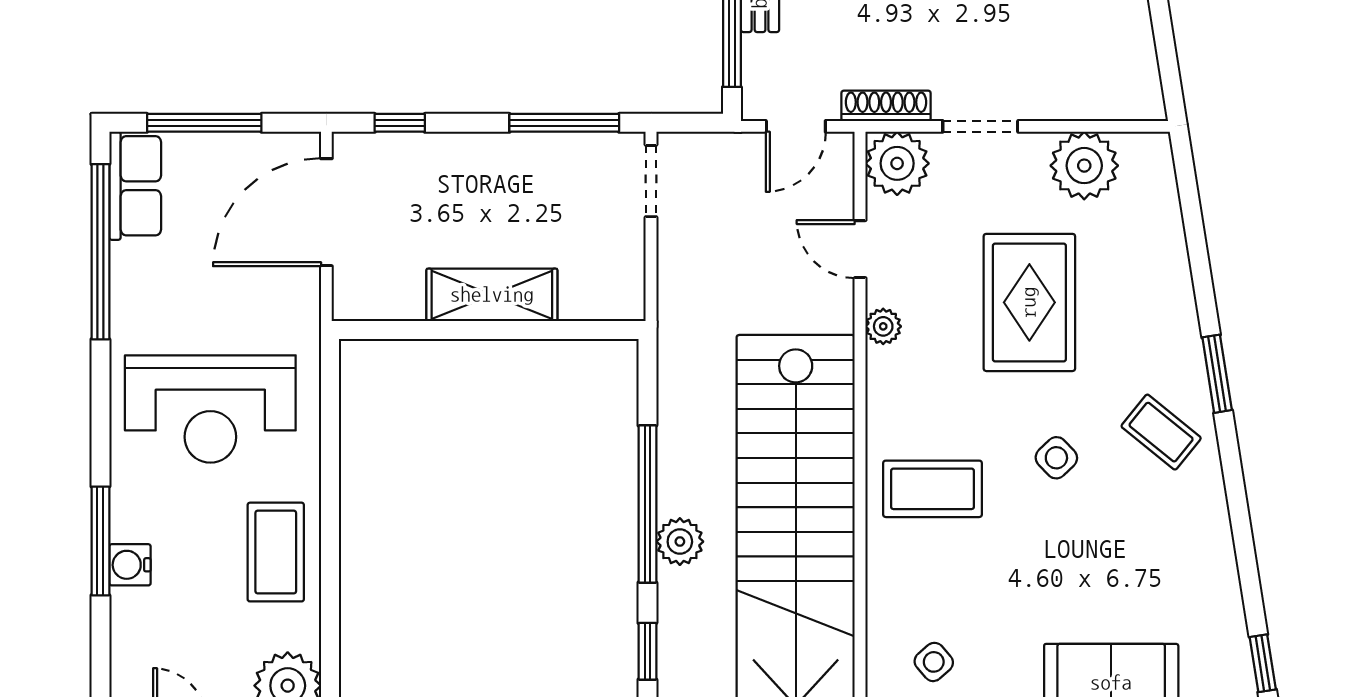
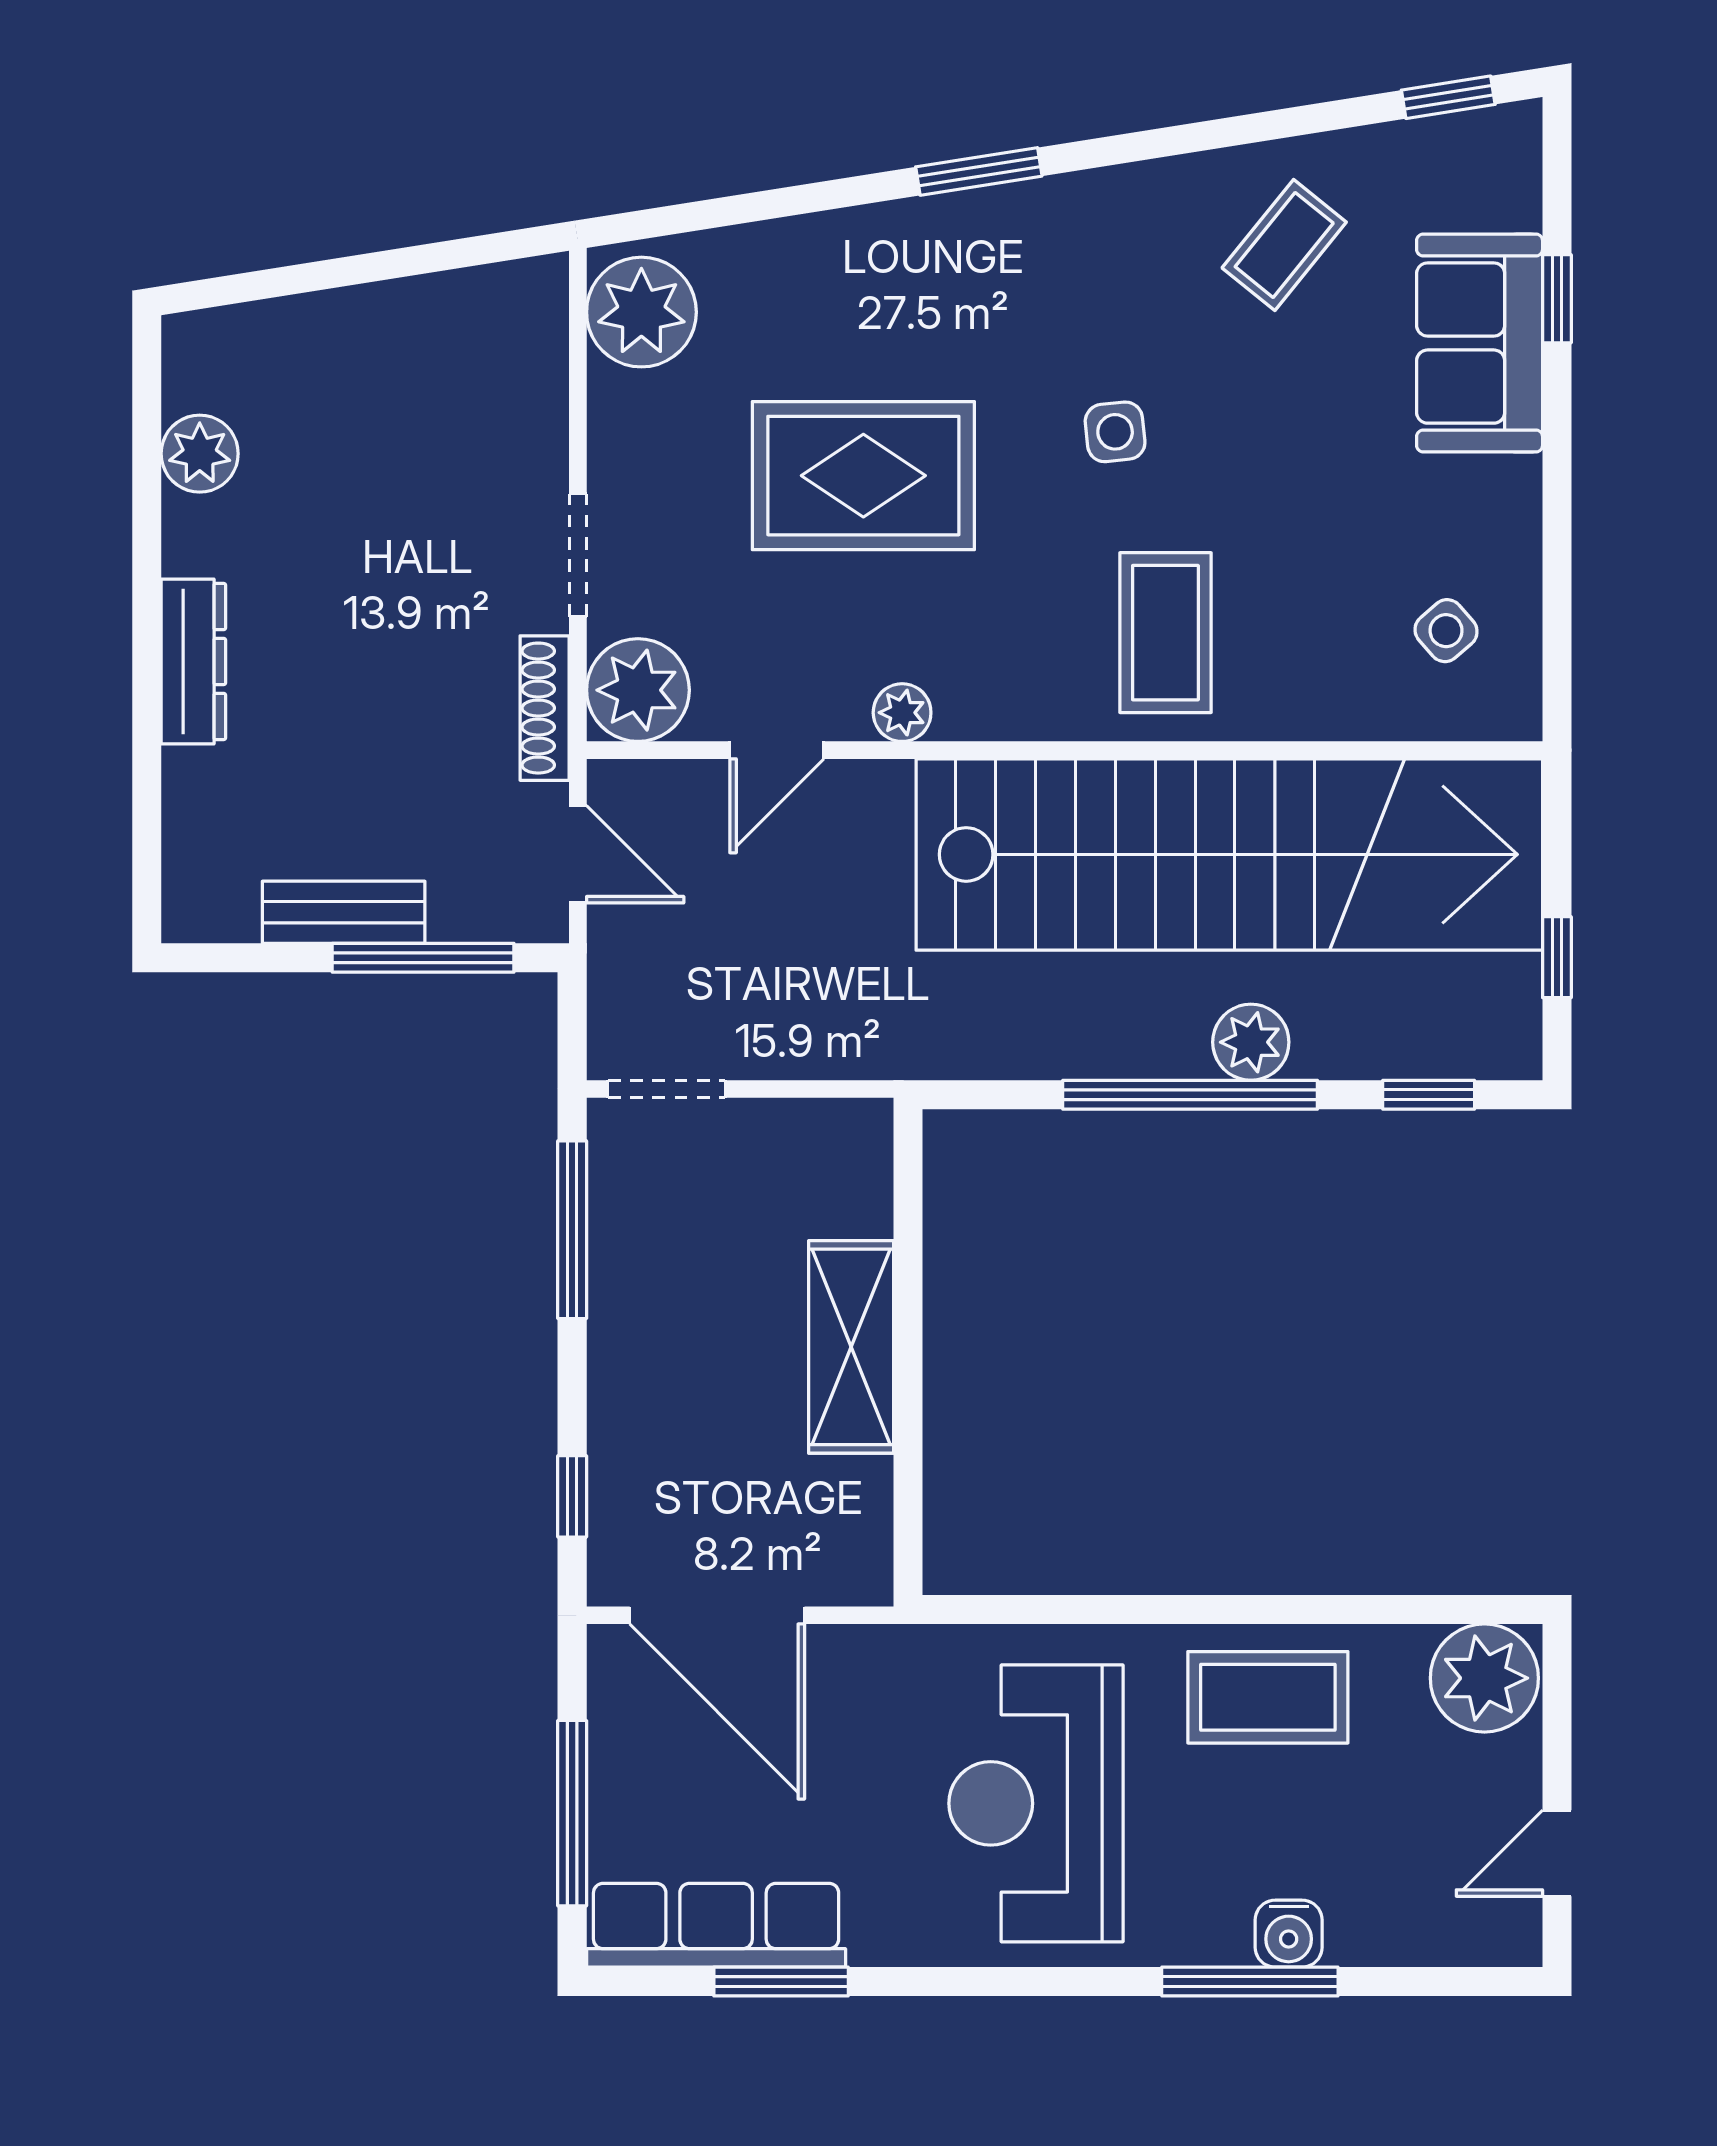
plant: (1084, 166) -> (641, 312), moved
row of seats: (135, 186) -> (716, 1925), width x1.48
window: (100, 252) -> (781, 1982), width x0.47
reception desk: (210, 409) -> (1036, 1803), turned 180
coffee table: (1161, 432) -> (1284, 245), moved
side table: (1056, 458) -> (1115, 432), turned 38

